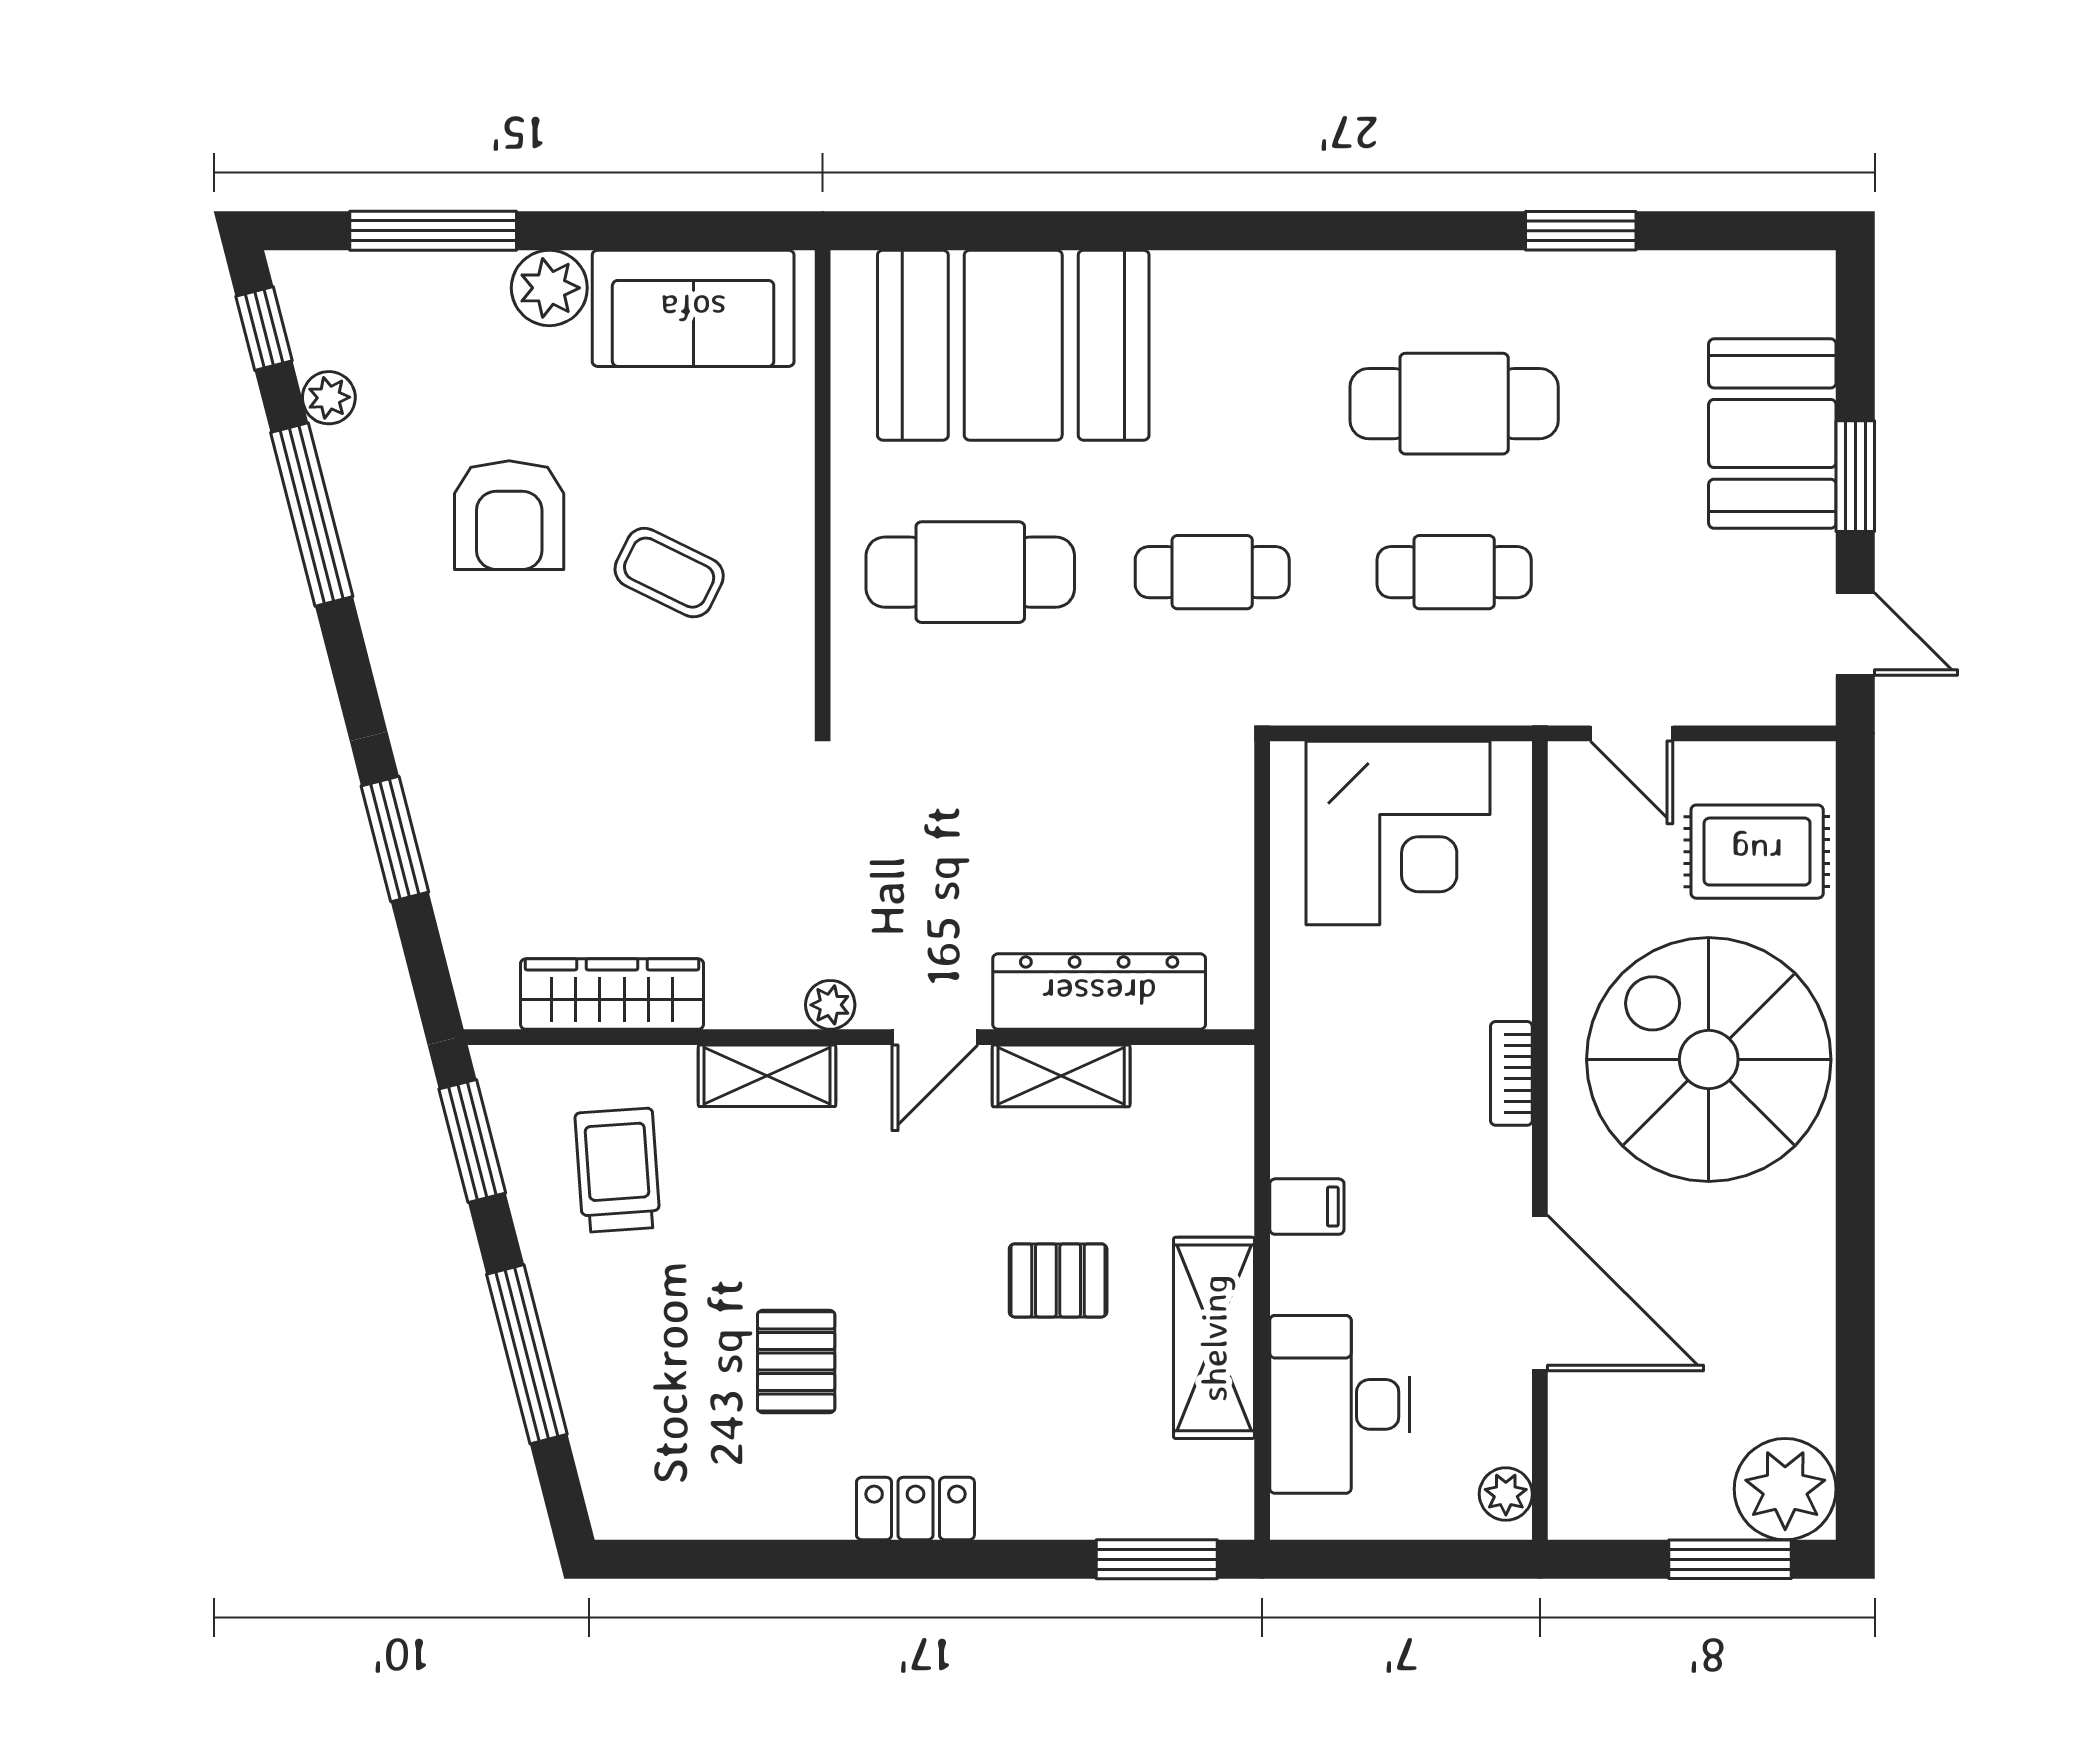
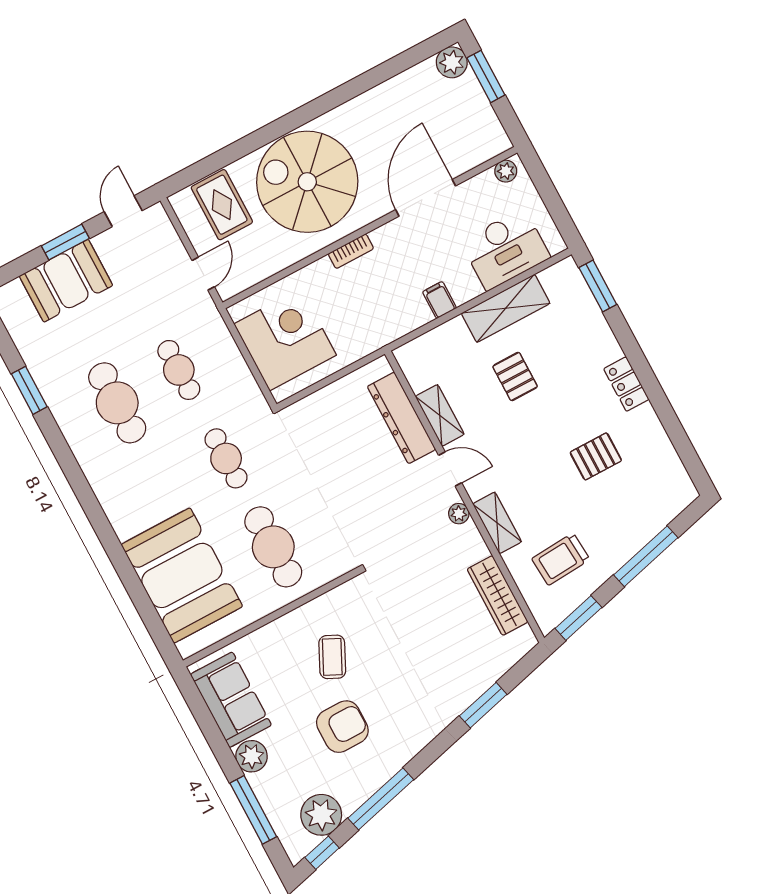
plant: (329, 398) -> (321, 815), width x1.87, depth x1.87
spiral stairs: (1709, 1060) -> (307, 182), turned 90
plant: (1785, 1489) -> (452, 62), width x0.73, depth x0.73

